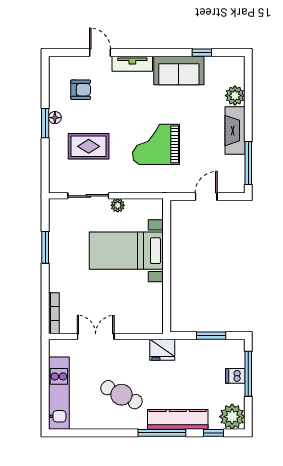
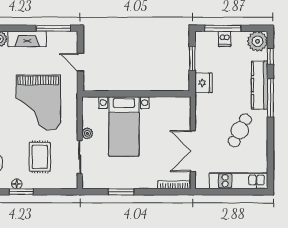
grand piano: (156, 144) -> (38, 103), width x1.37, depth x1.48
double door: (96, 336) -> (193, 151), width x1.37
fridge: (162, 350) -> (204, 83), moved

